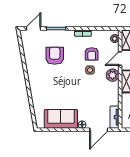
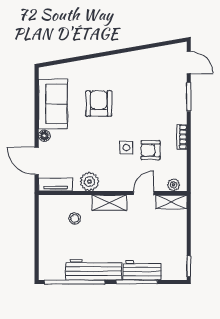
armchair: (55, 56) -> (99, 103), moved, turned -90
door: (120, 58) -> (144, 193), hinge flipped
plant: (113, 75) -> (89, 182), moved

